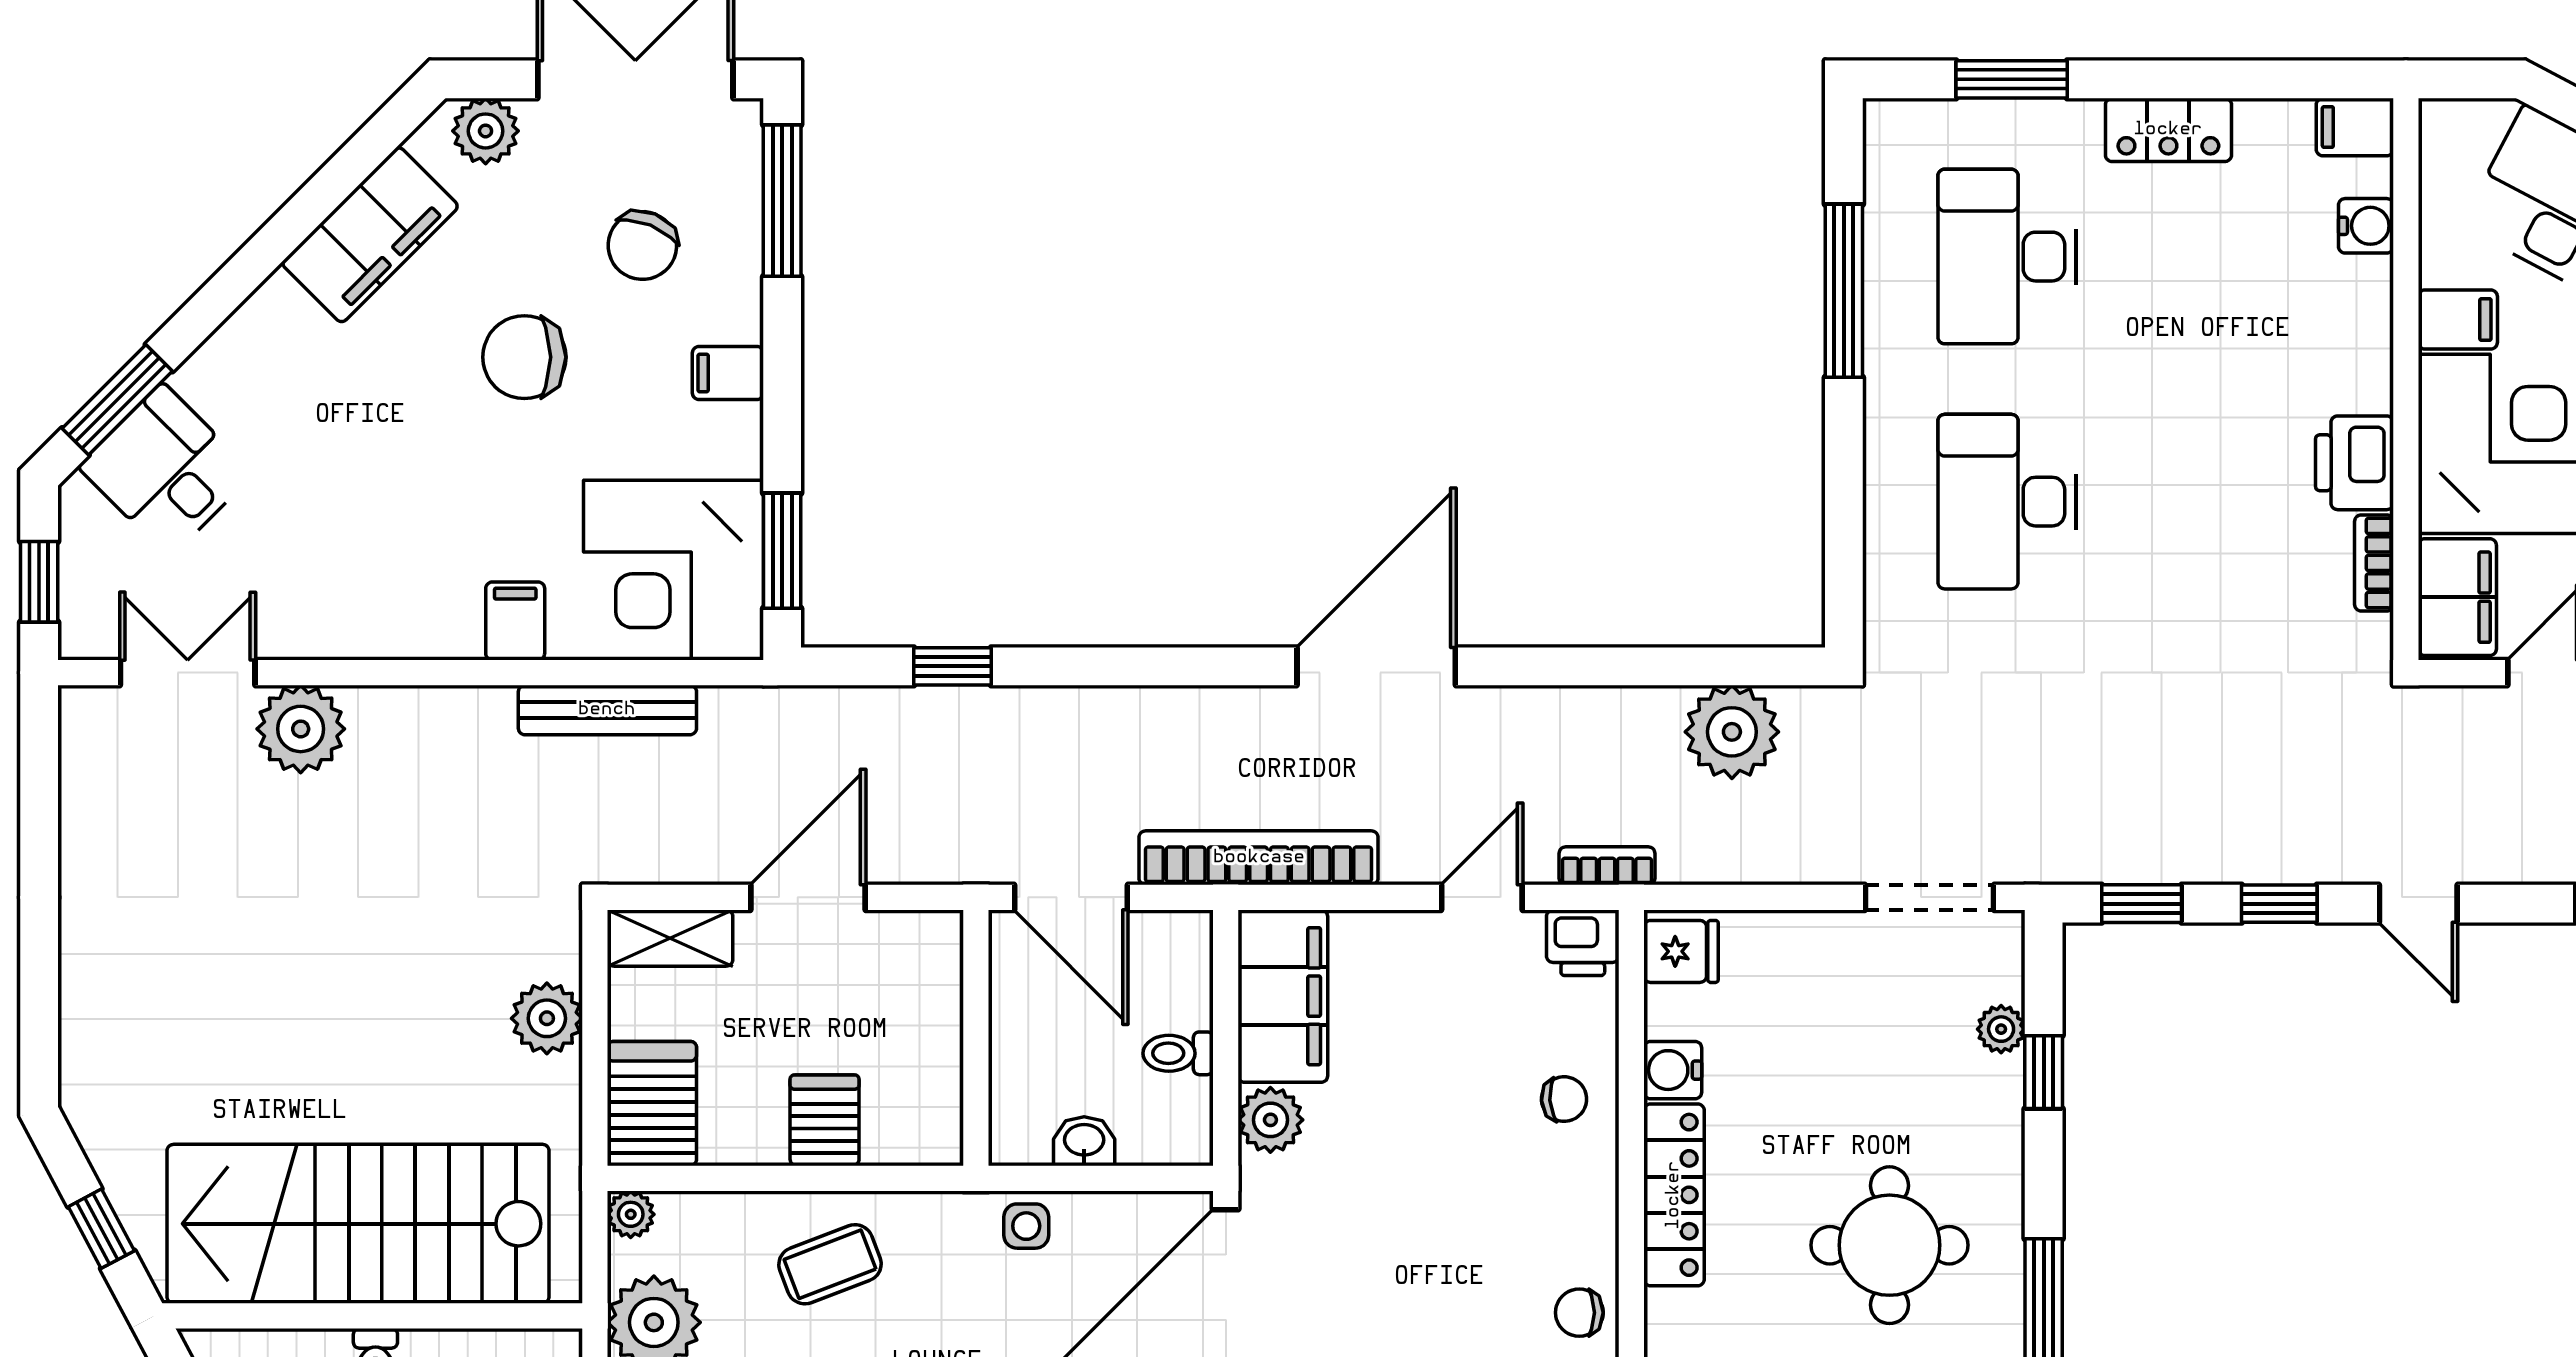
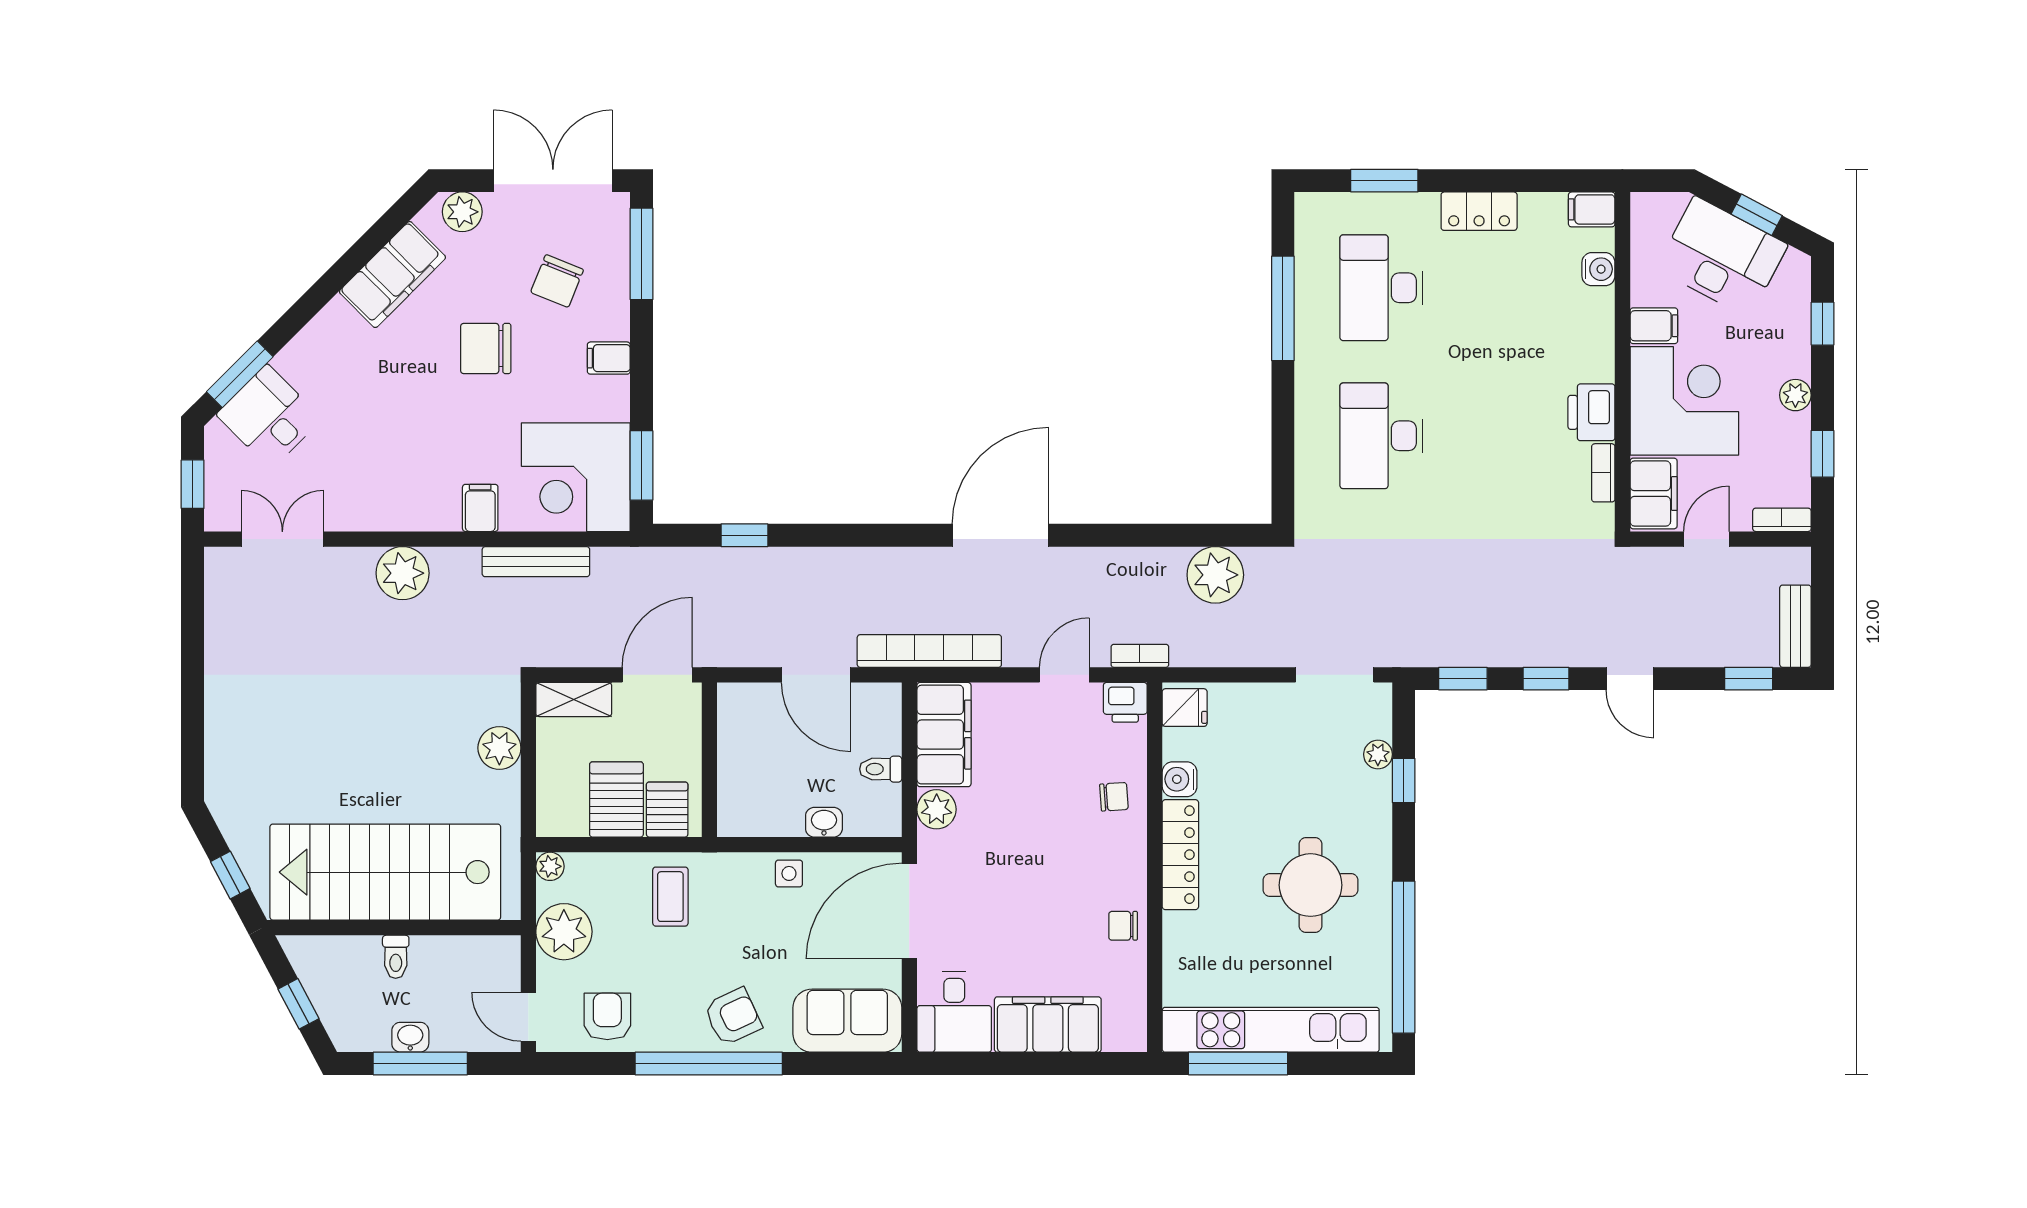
plant: (301, 729) -> (403, 573), moved
wall: (976, 1038) -> (709, 760), moved
server rack: (652, 1104) -> (616, 799), moved
coffee table: (830, 1264) -> (670, 897), turned -69

